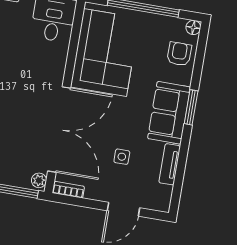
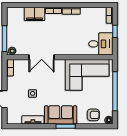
double door: (59, 129) -> (42, 57), width x0.54

